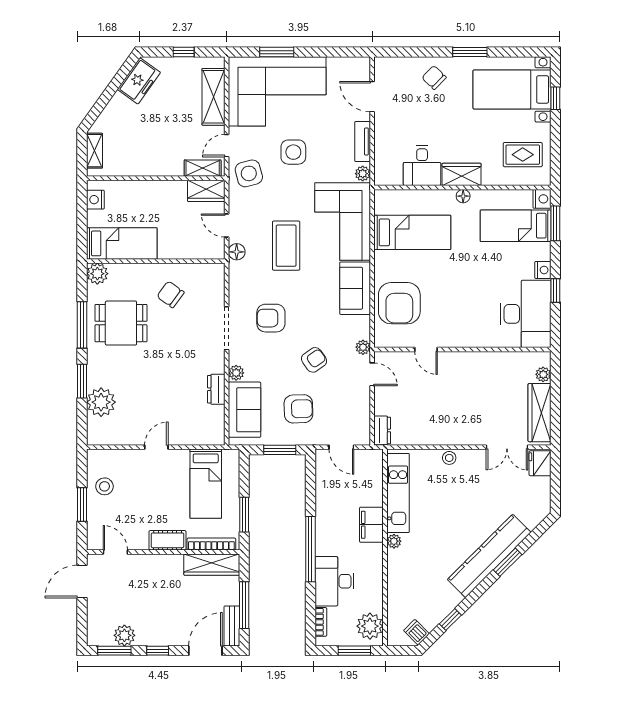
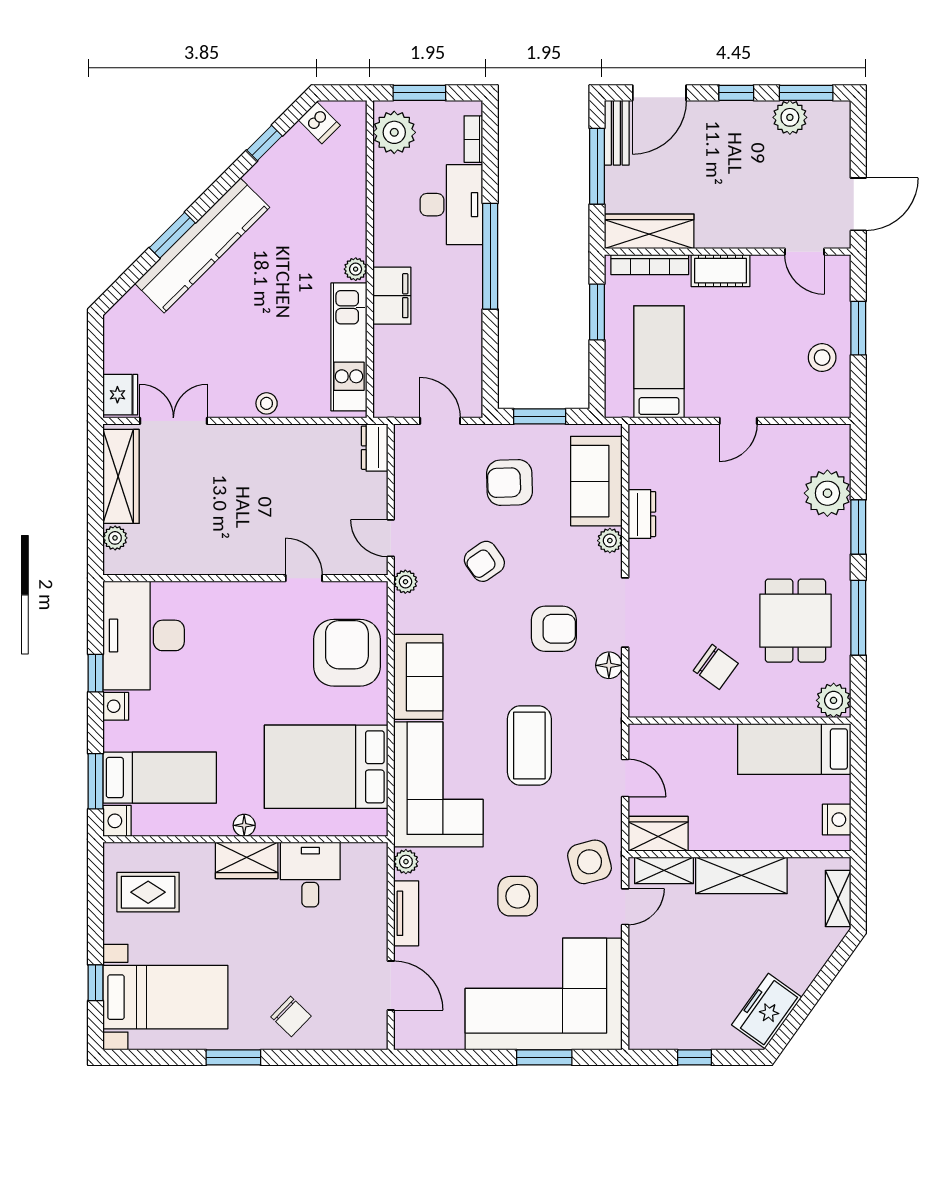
shelving: (213, 97) -> (741, 875), moved, turned 90
bed: (412, 232) -> (326, 767), width x1.50
floor lamp: (237, 252) -> (609, 665), moved
dining table: (121, 323) -> (795, 621), turned 90

